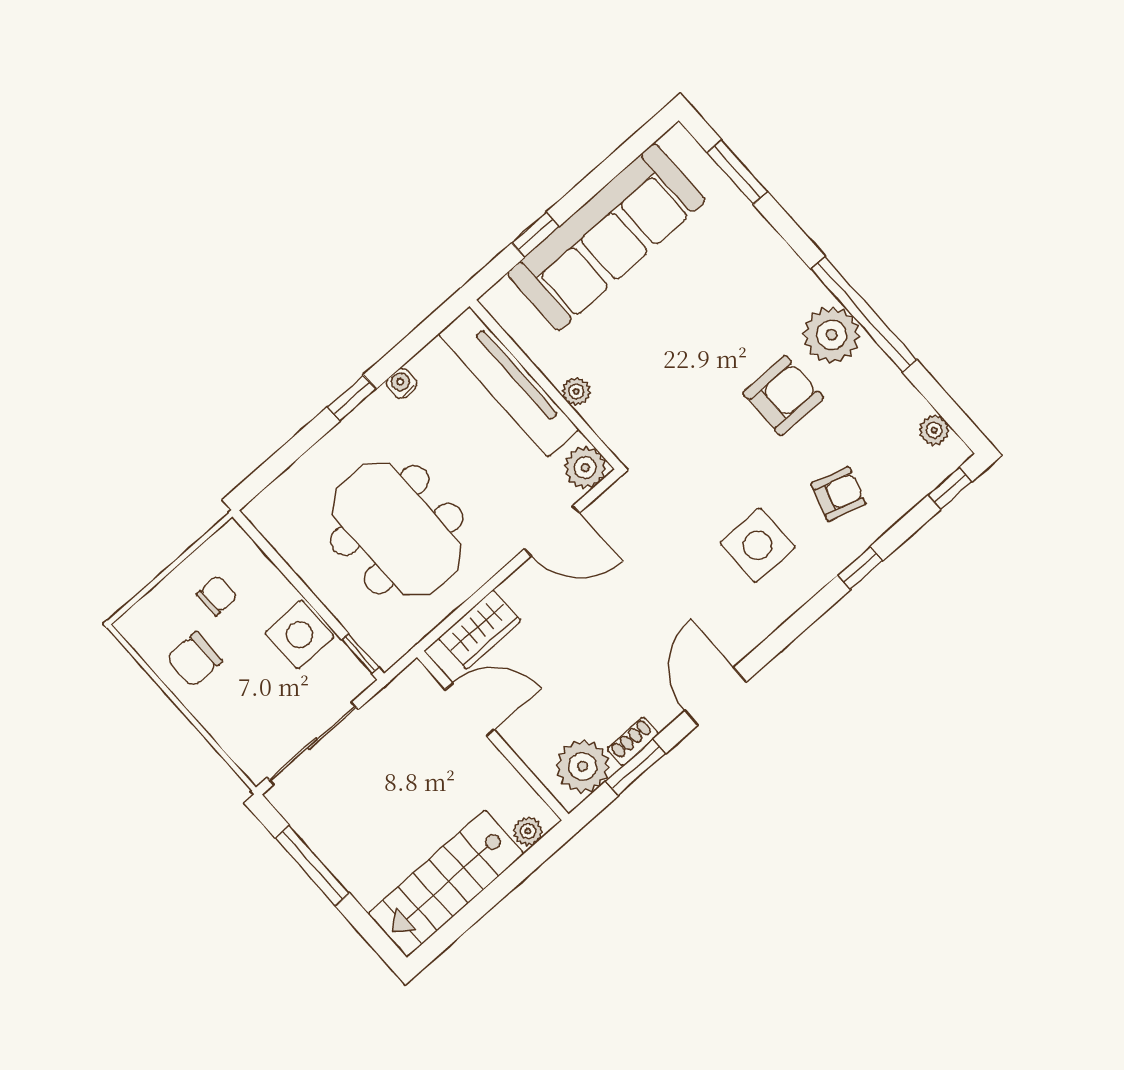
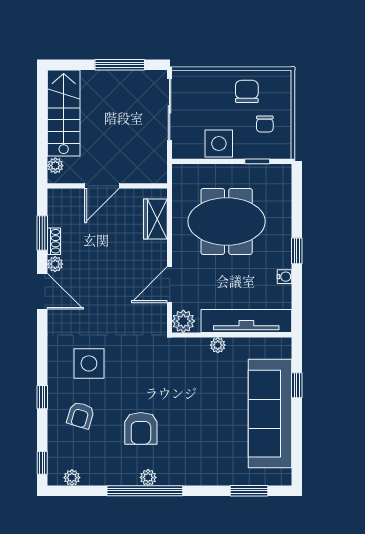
plant: (832, 335) -> (148, 477), width x0.53, depth x0.53
window: (360, 654) -> (257, 161), moved
door: (470, 710) -> (102, 186), moved
plant: (583, 766) -> (55, 264), moved, width x0.53, depth x0.53

